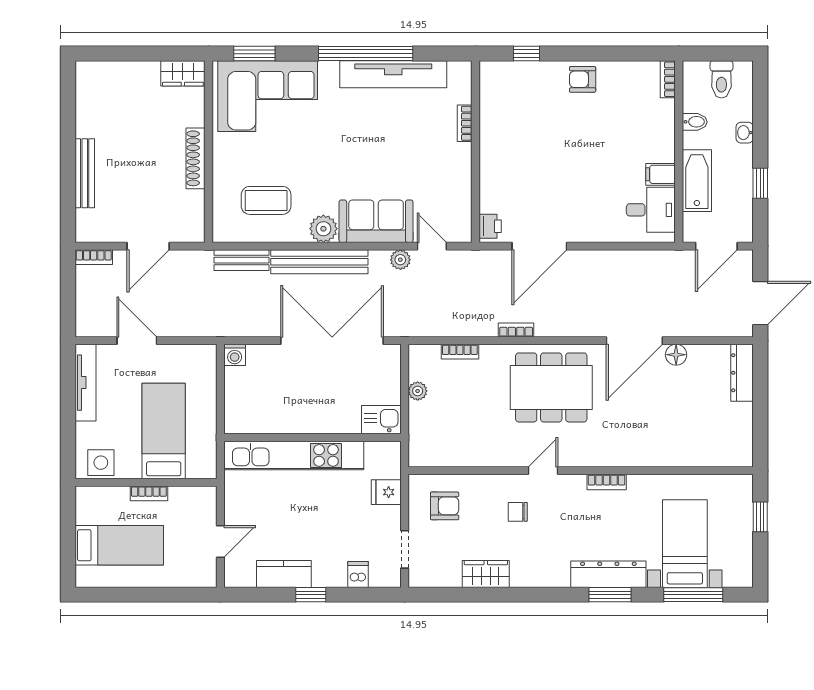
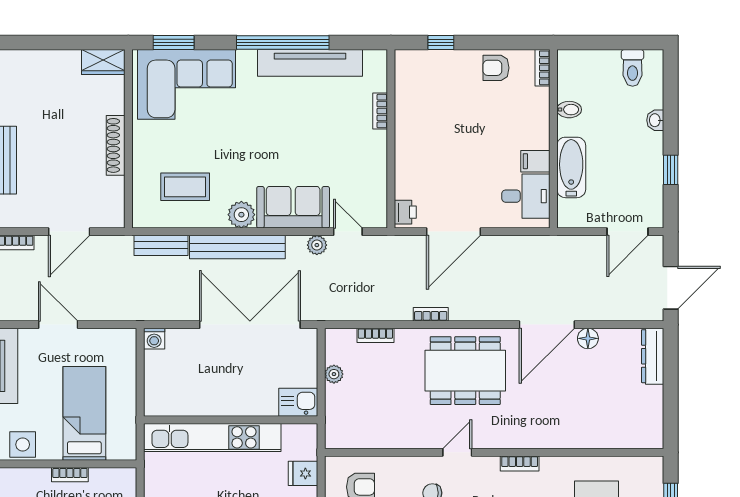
bookcase: (668, 79) -> (543, 68), moved
bidet: (695, 122) -> (569, 110), moved
wall: (679, 152) -> (553, 139), moved
filing cabinet: (660, 174) -> (535, 161), moved
bathtub: (697, 181) -> (571, 167), moved
desk: (651, 210) -> (526, 196), moved

